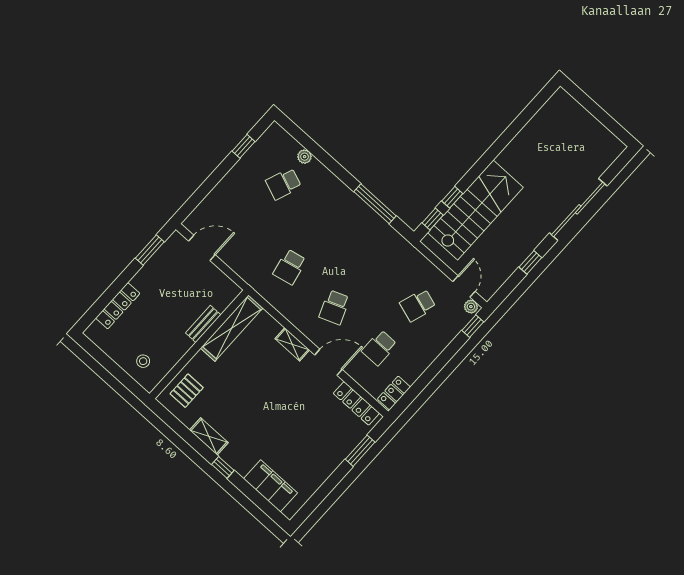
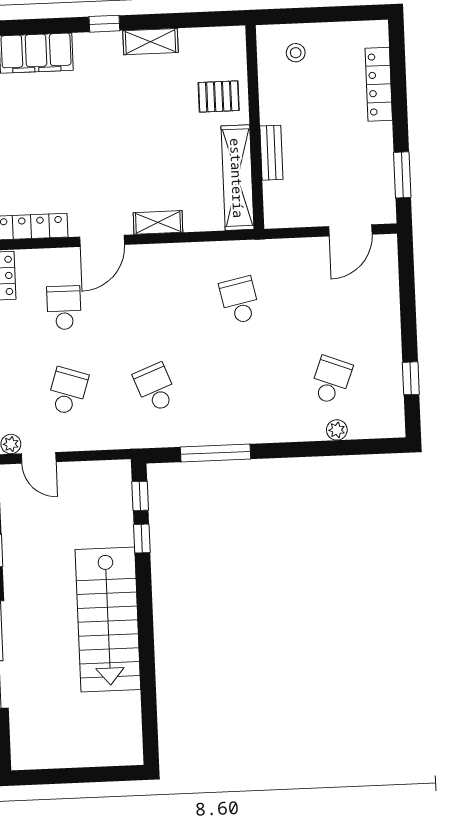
stairs: (475, 210) -> (108, 619), moved
school desk: (334, 307) -> (155, 388), moved
pallet: (187, 391) -> (219, 96), moved, turned 90

